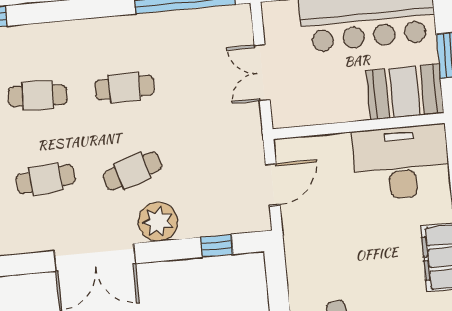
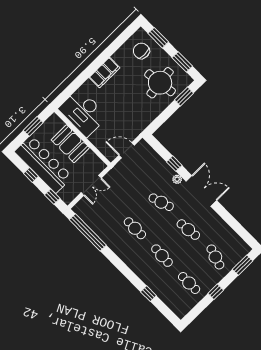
booth: (405, 92) -> (70, 144), moved
plant: (158, 222) -> (177, 179), width x0.53, depth x0.53
window: (217, 246) -> (174, 164), moved

